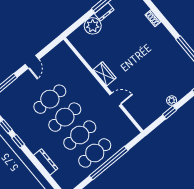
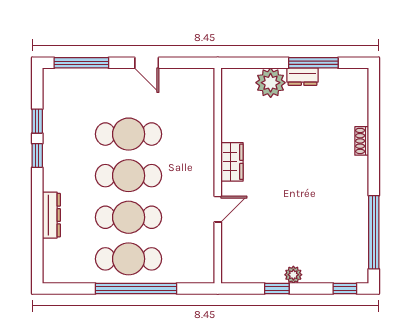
door: (32, 62) -> (147, 63), hinge flipped
door: (115, 99) -> (218, 209), hinge flipped

